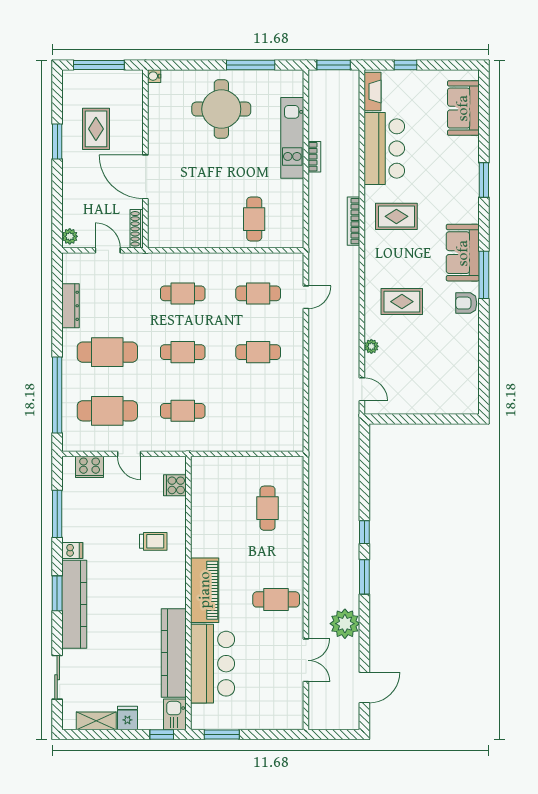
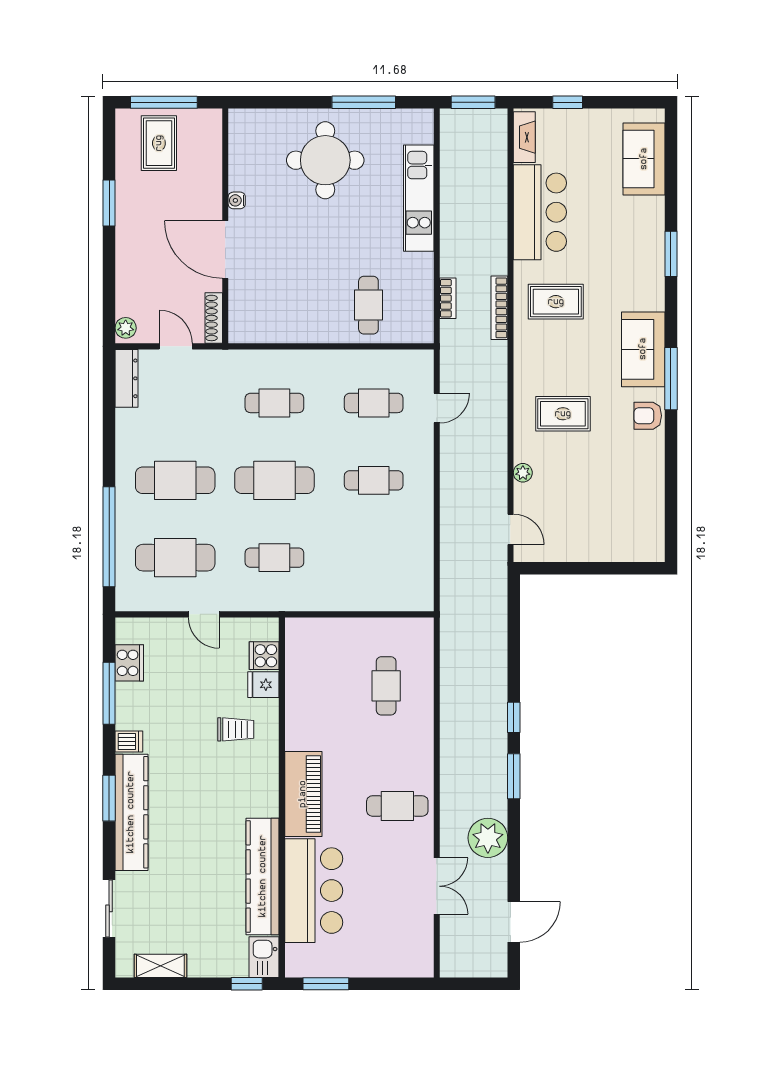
water cooler: (154, 76) -> (237, 200), moved
rug: (96, 129) -> (159, 143), moved
bookcase: (314, 157) -> (448, 298), moved
dresser: (70, 306) -> (127, 378), moved
cafe table: (183, 352) -> (274, 480), width x1.37, depth x1.35
cooker: (90, 467) -> (129, 663), moved, turned -90
fridge: (127, 718) -> (263, 685), moved, turned -90

